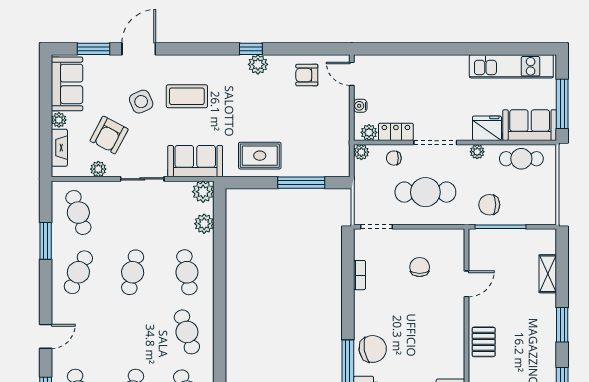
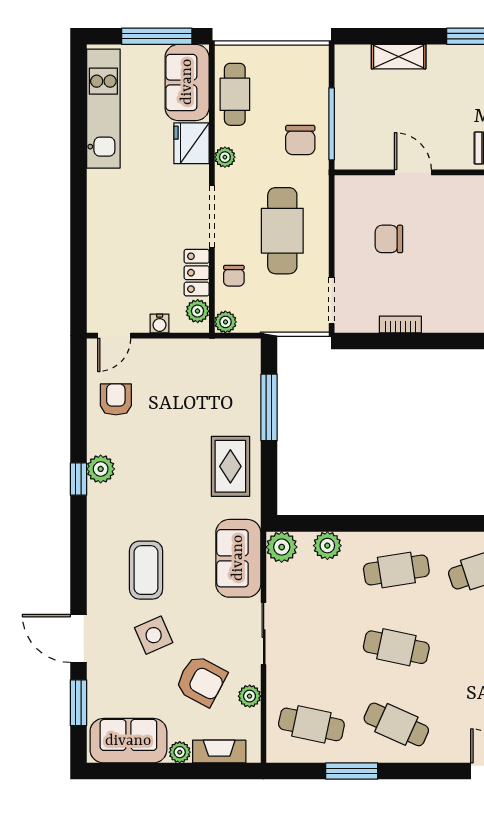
armchair: (307, 75) -> (116, 399), turned 180
cafe table: (78, 213) -> (311, 724), turned 30

